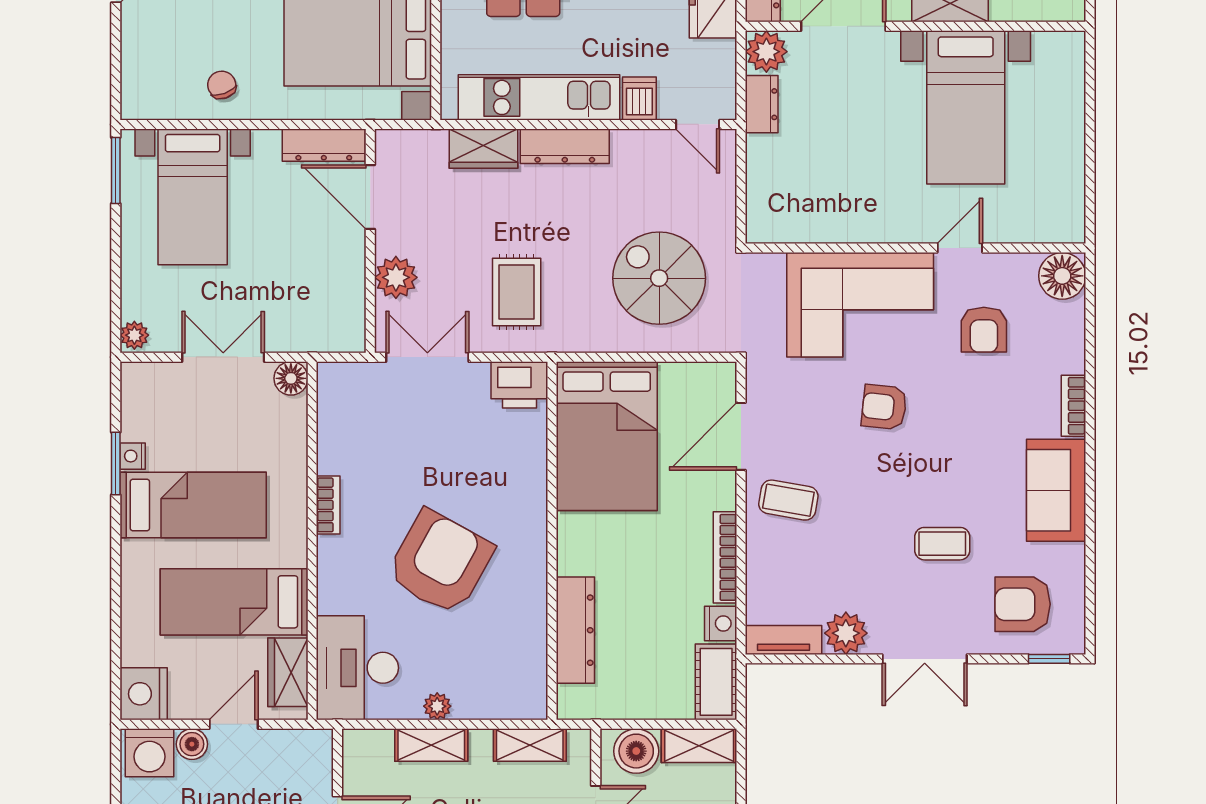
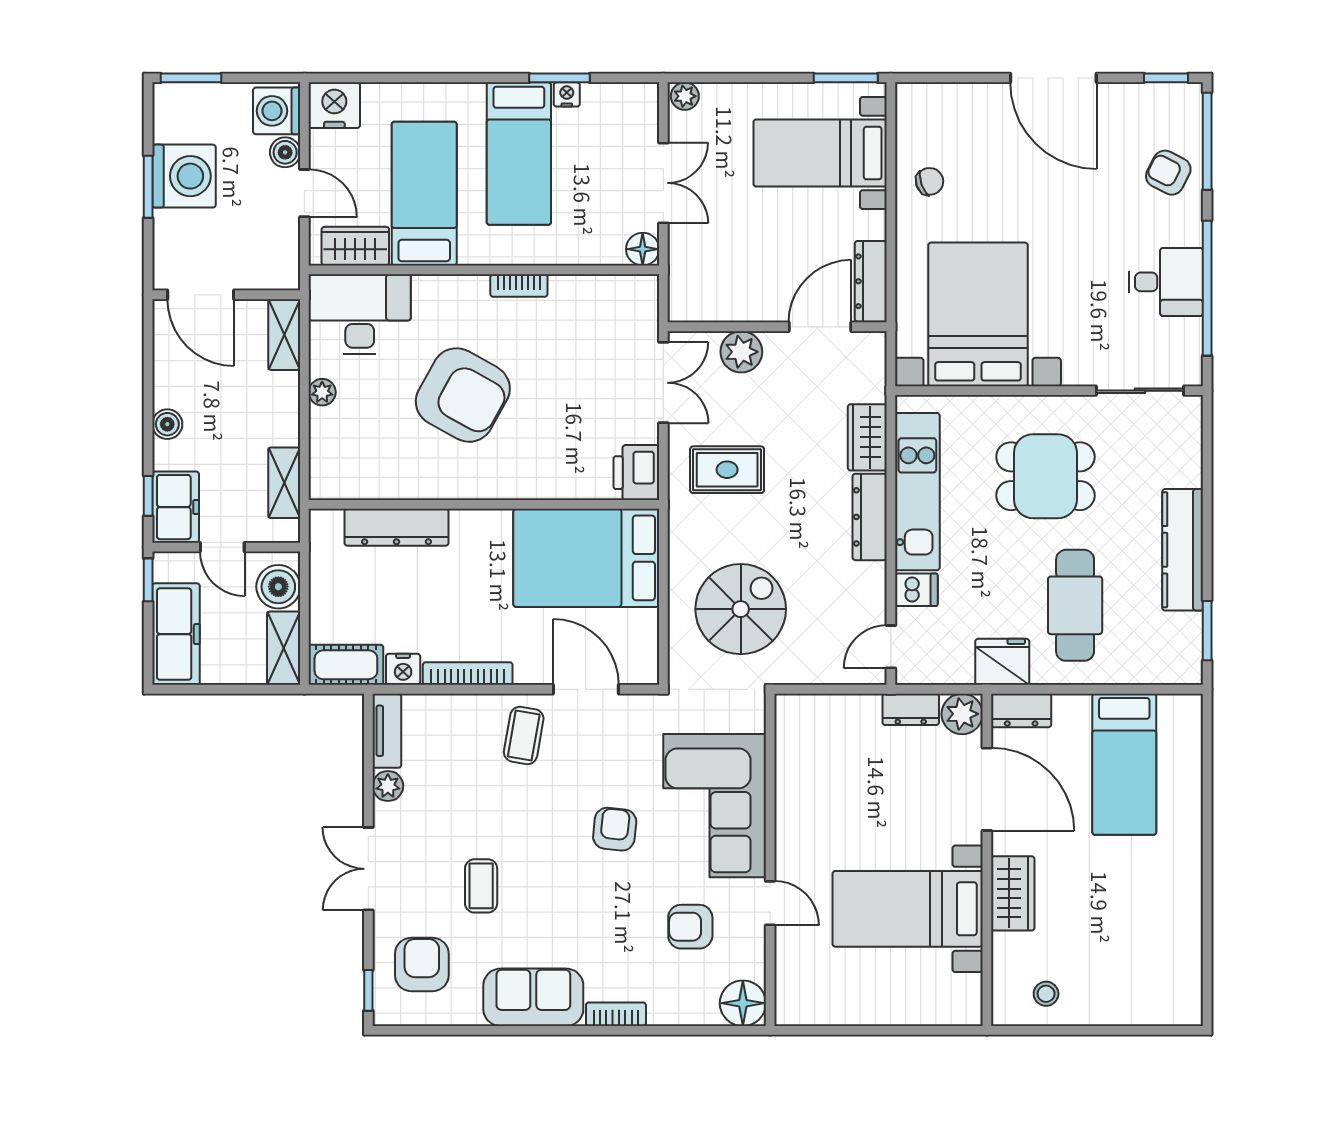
plant: (846, 633) -> (388, 786), width x0.73, depth x0.73
shelving: (431, 745) -> (284, 335), moved

